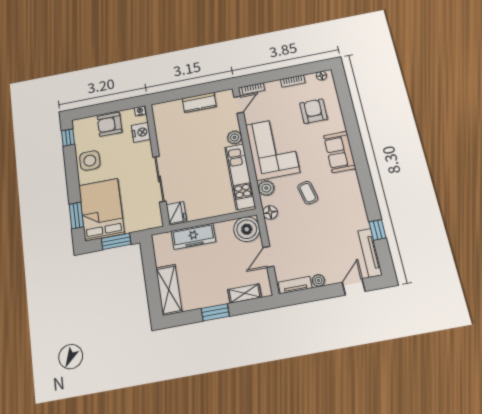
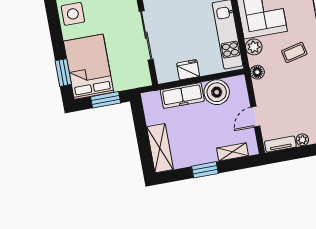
coffee table: (308, 193) -> (294, 52), turned 90
fridge: (176, 213) -> (188, 70), moved, turned -90
boiler: (247, 229) -> (217, 92), moved

